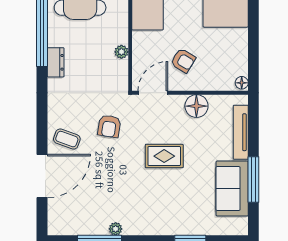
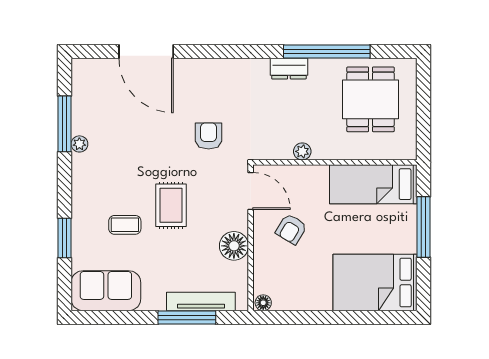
armchair: (109, 126) -> (209, 136), turned 81
coffee table: (67, 139) -> (125, 225), moved, turned 70
window: (253, 180) -> (187, 317), moved
sofa: (232, 188) -> (106, 291), moved

